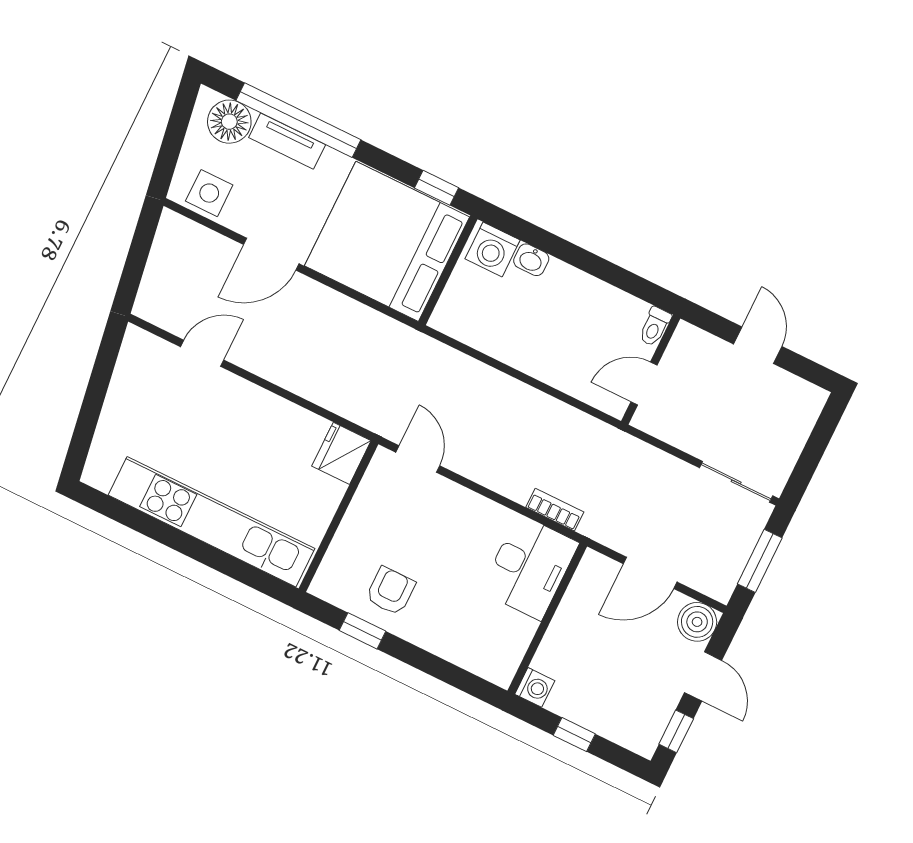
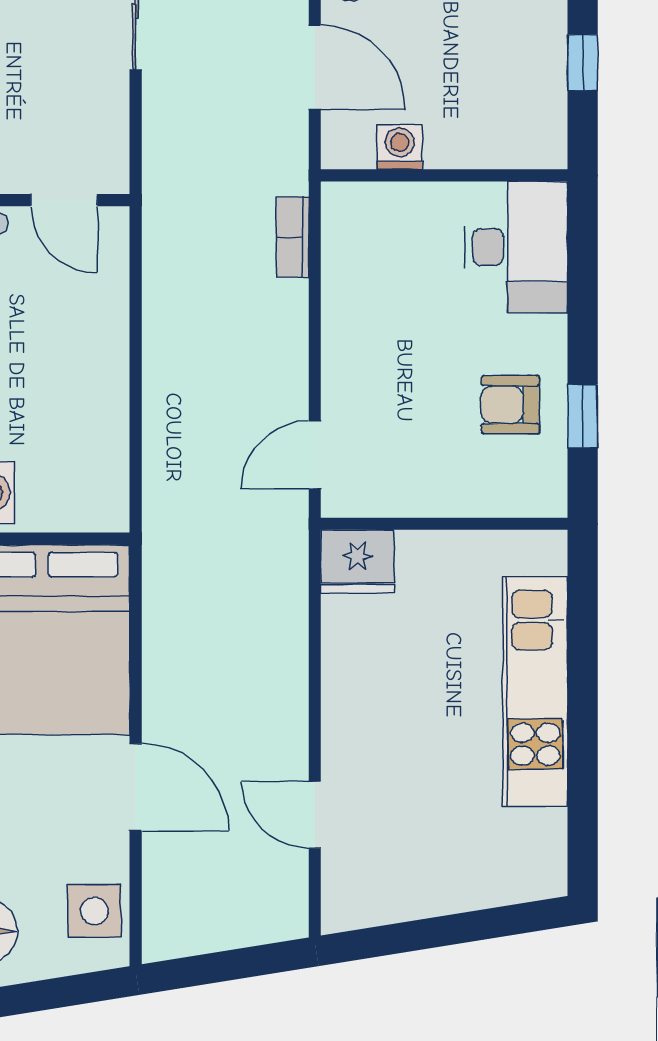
kitchen unit: (211, 522) -> (535, 691), width x0.73
desk: (530, 567) -> (516, 247), moved, turned 90
washing machine: (535, 687) -> (400, 147), moved

